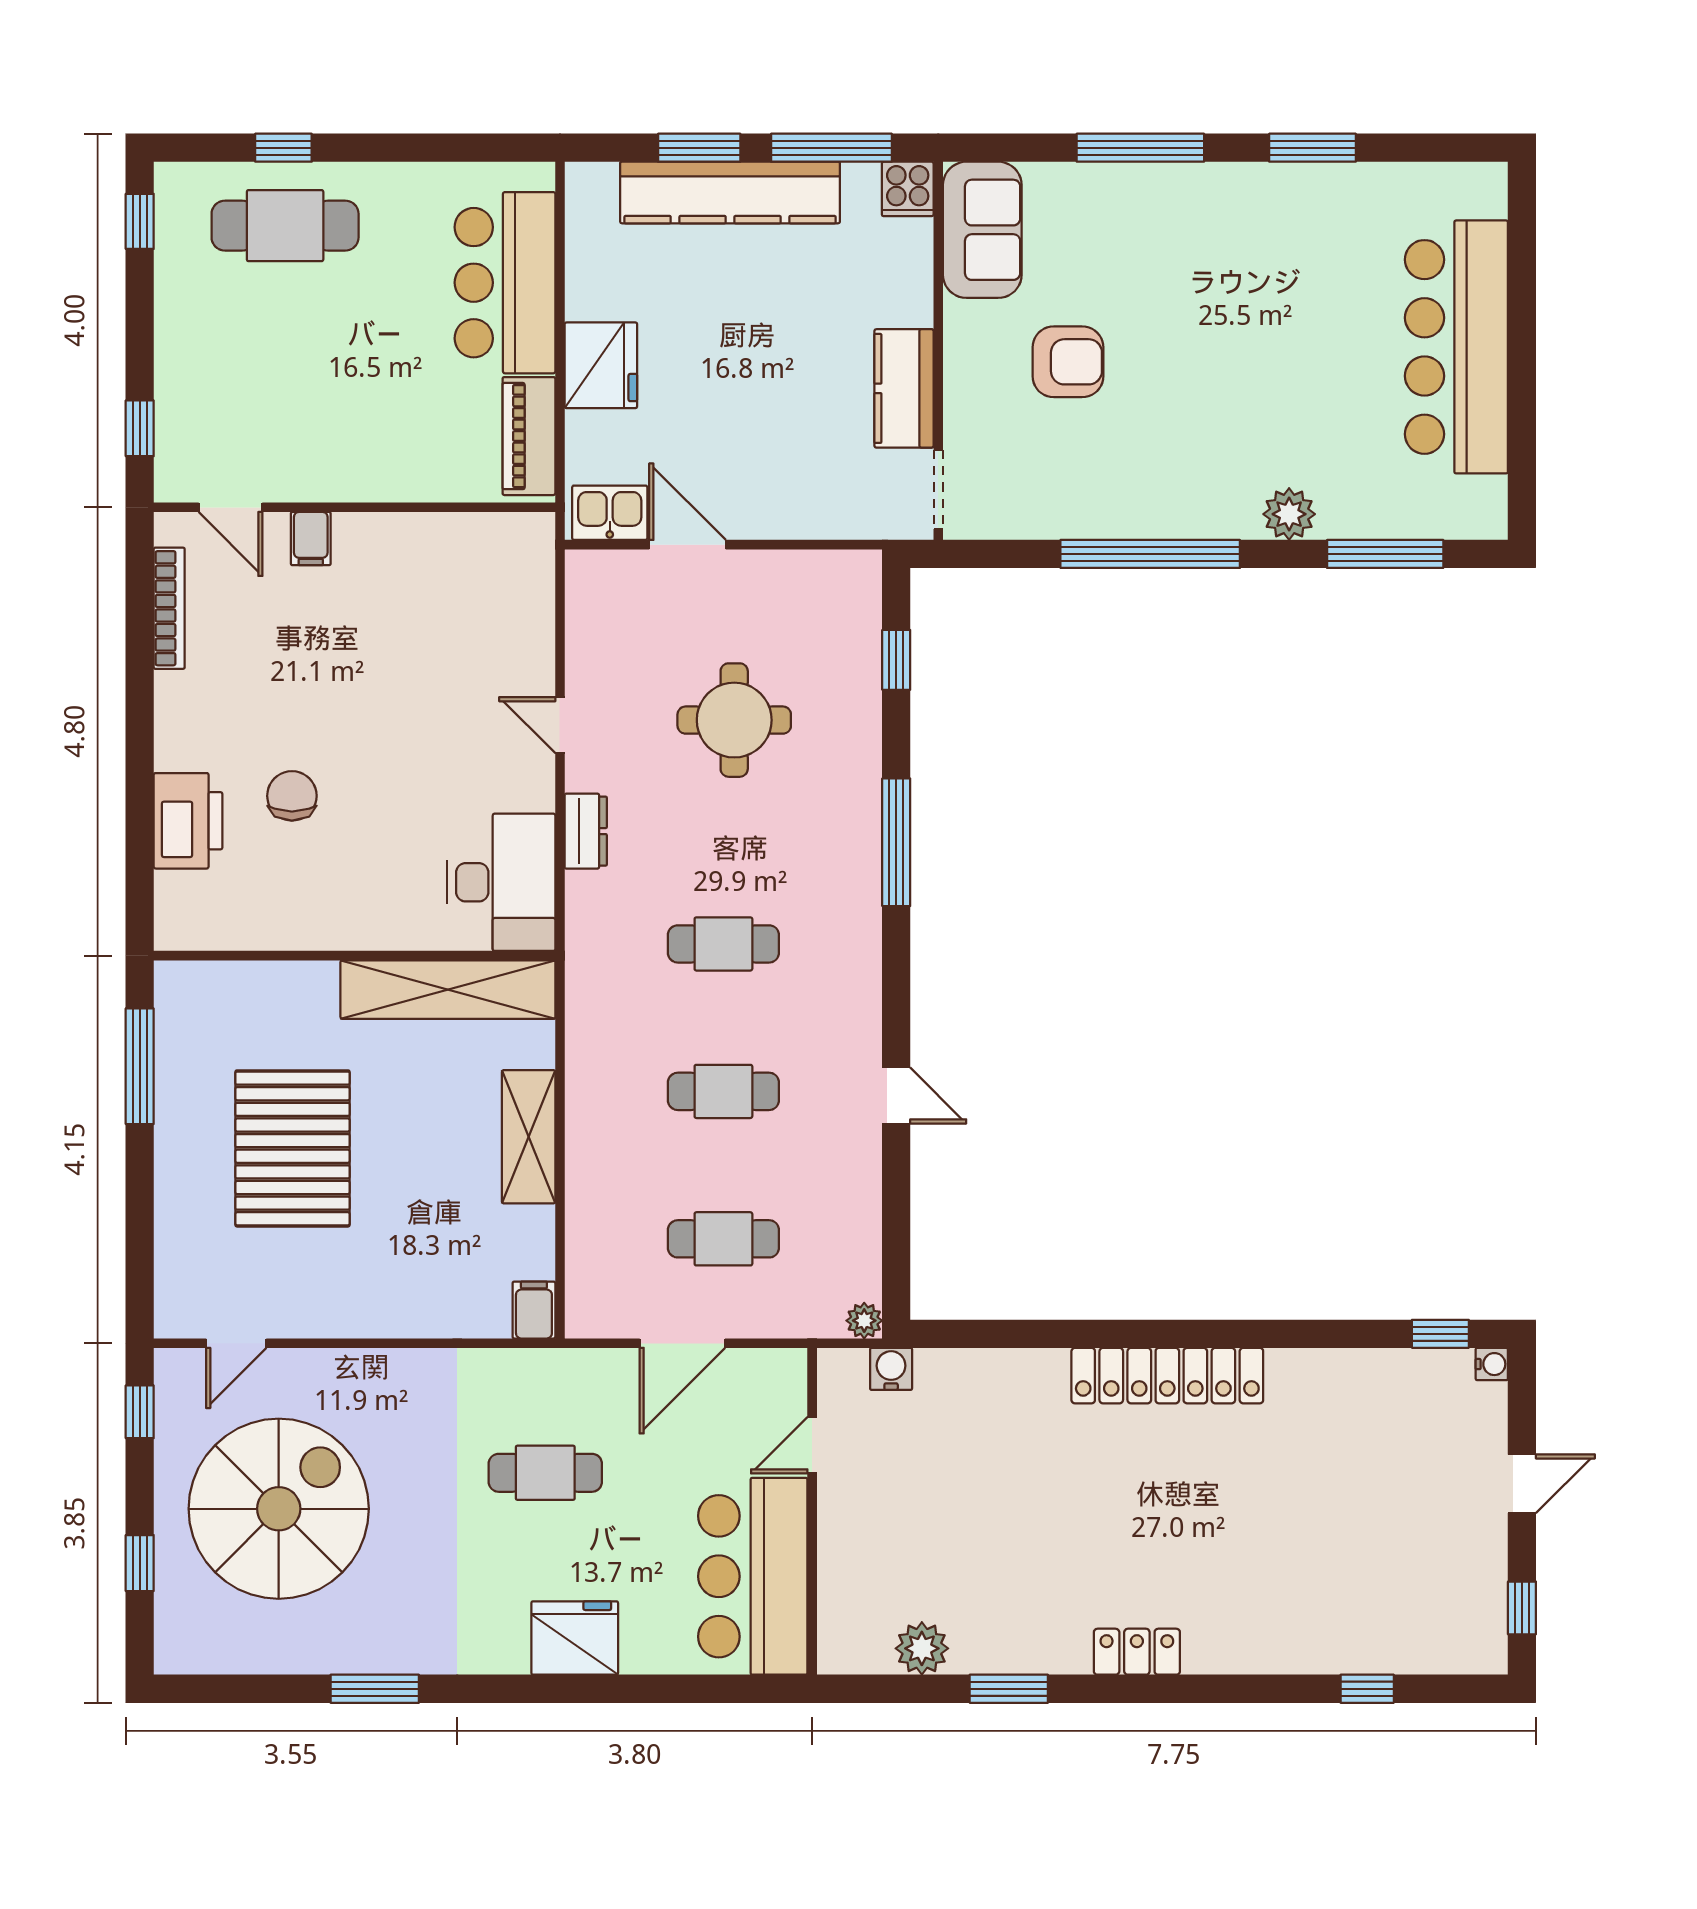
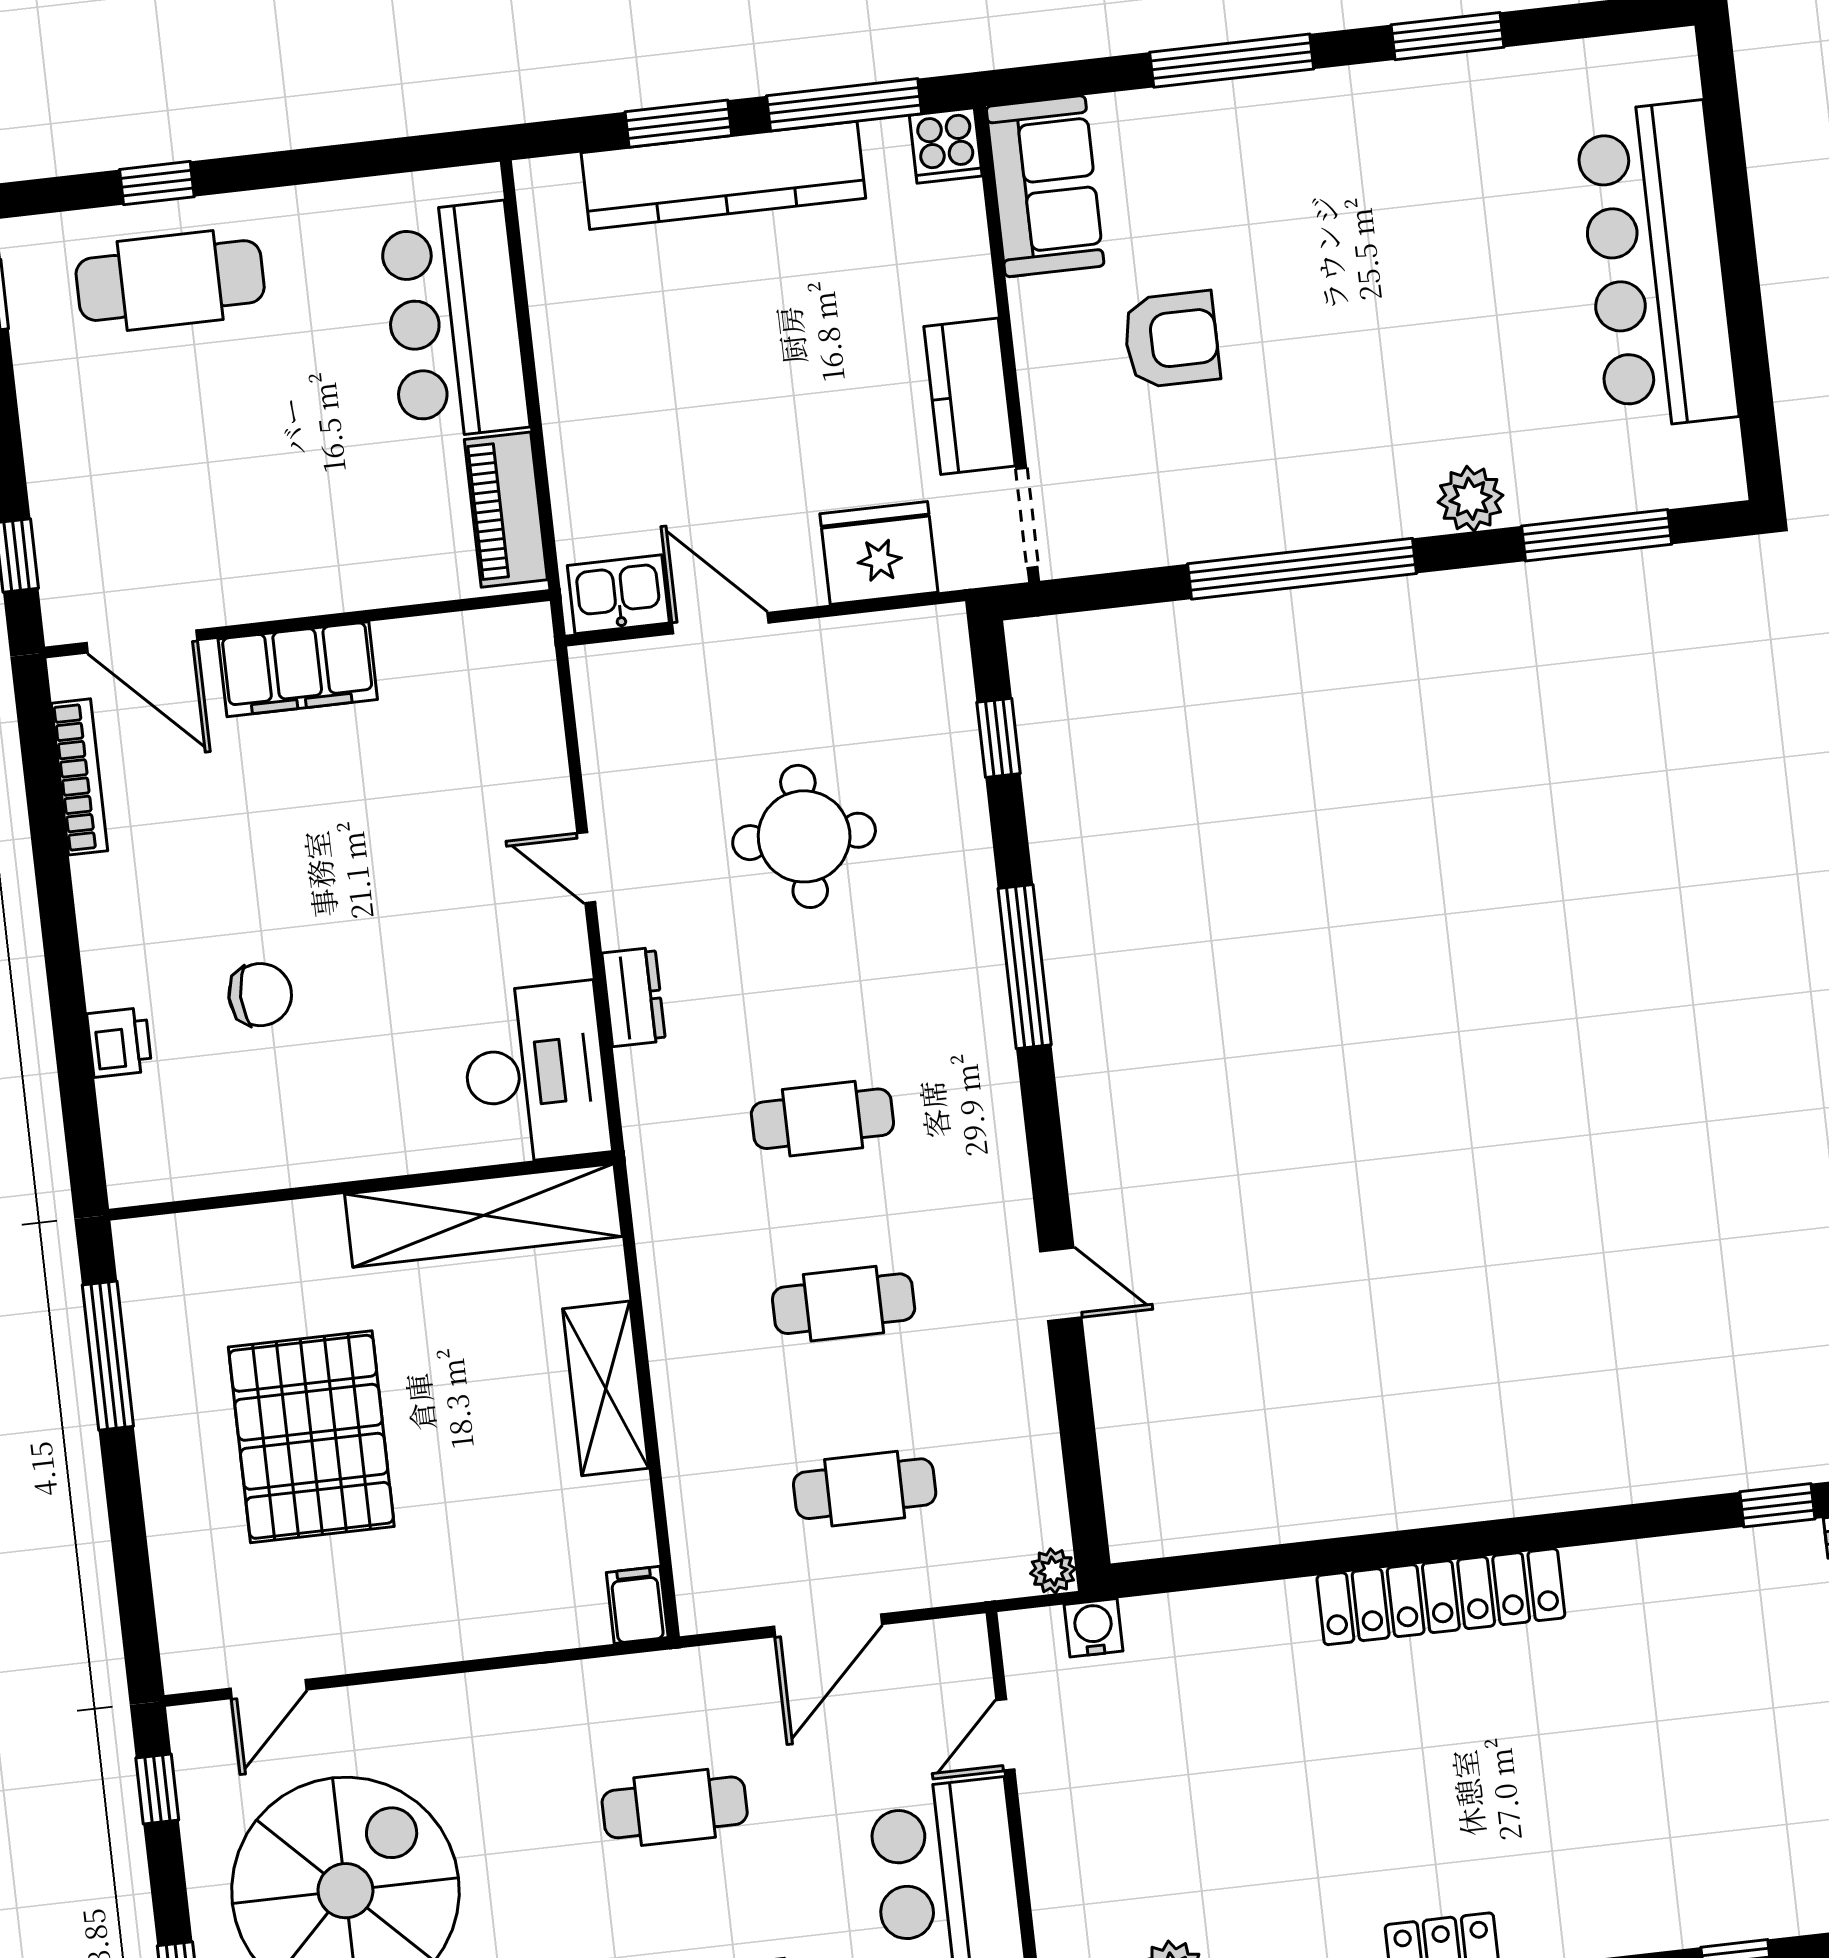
fridge: (601, 365) -> (879, 553), moved, turned -90
door: (231, 507) -> (142, 642), width x1.38
filing cabinet: (311, 539) -> (298, 669), width x3.00, depth x1.17
chair: (292, 796) -> (260, 995), turned 90
printer: (188, 821) -> (119, 1042), width x0.53, depth x0.68

